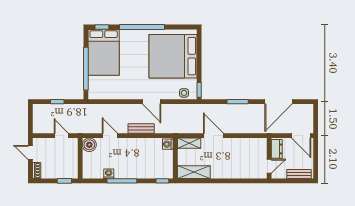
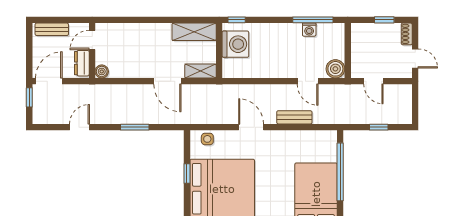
window: (199, 90) -> (187, 174), moved
door: (278, 102) -> (80, 127), width x0.53
window: (316, 124) -> (29, 97), added
bench: (141, 128) -> (294, 117), moved
door: (301, 136) -> (49, 81), hinge flipped
boiler: (262, 143) -> (102, 71), added
washing machine: (168, 144) -> (235, 44), moved, width x1.89, depth x1.89
window: (64, 181) -> (384, 20), moved
window: (122, 181) -> (313, 20), moved

